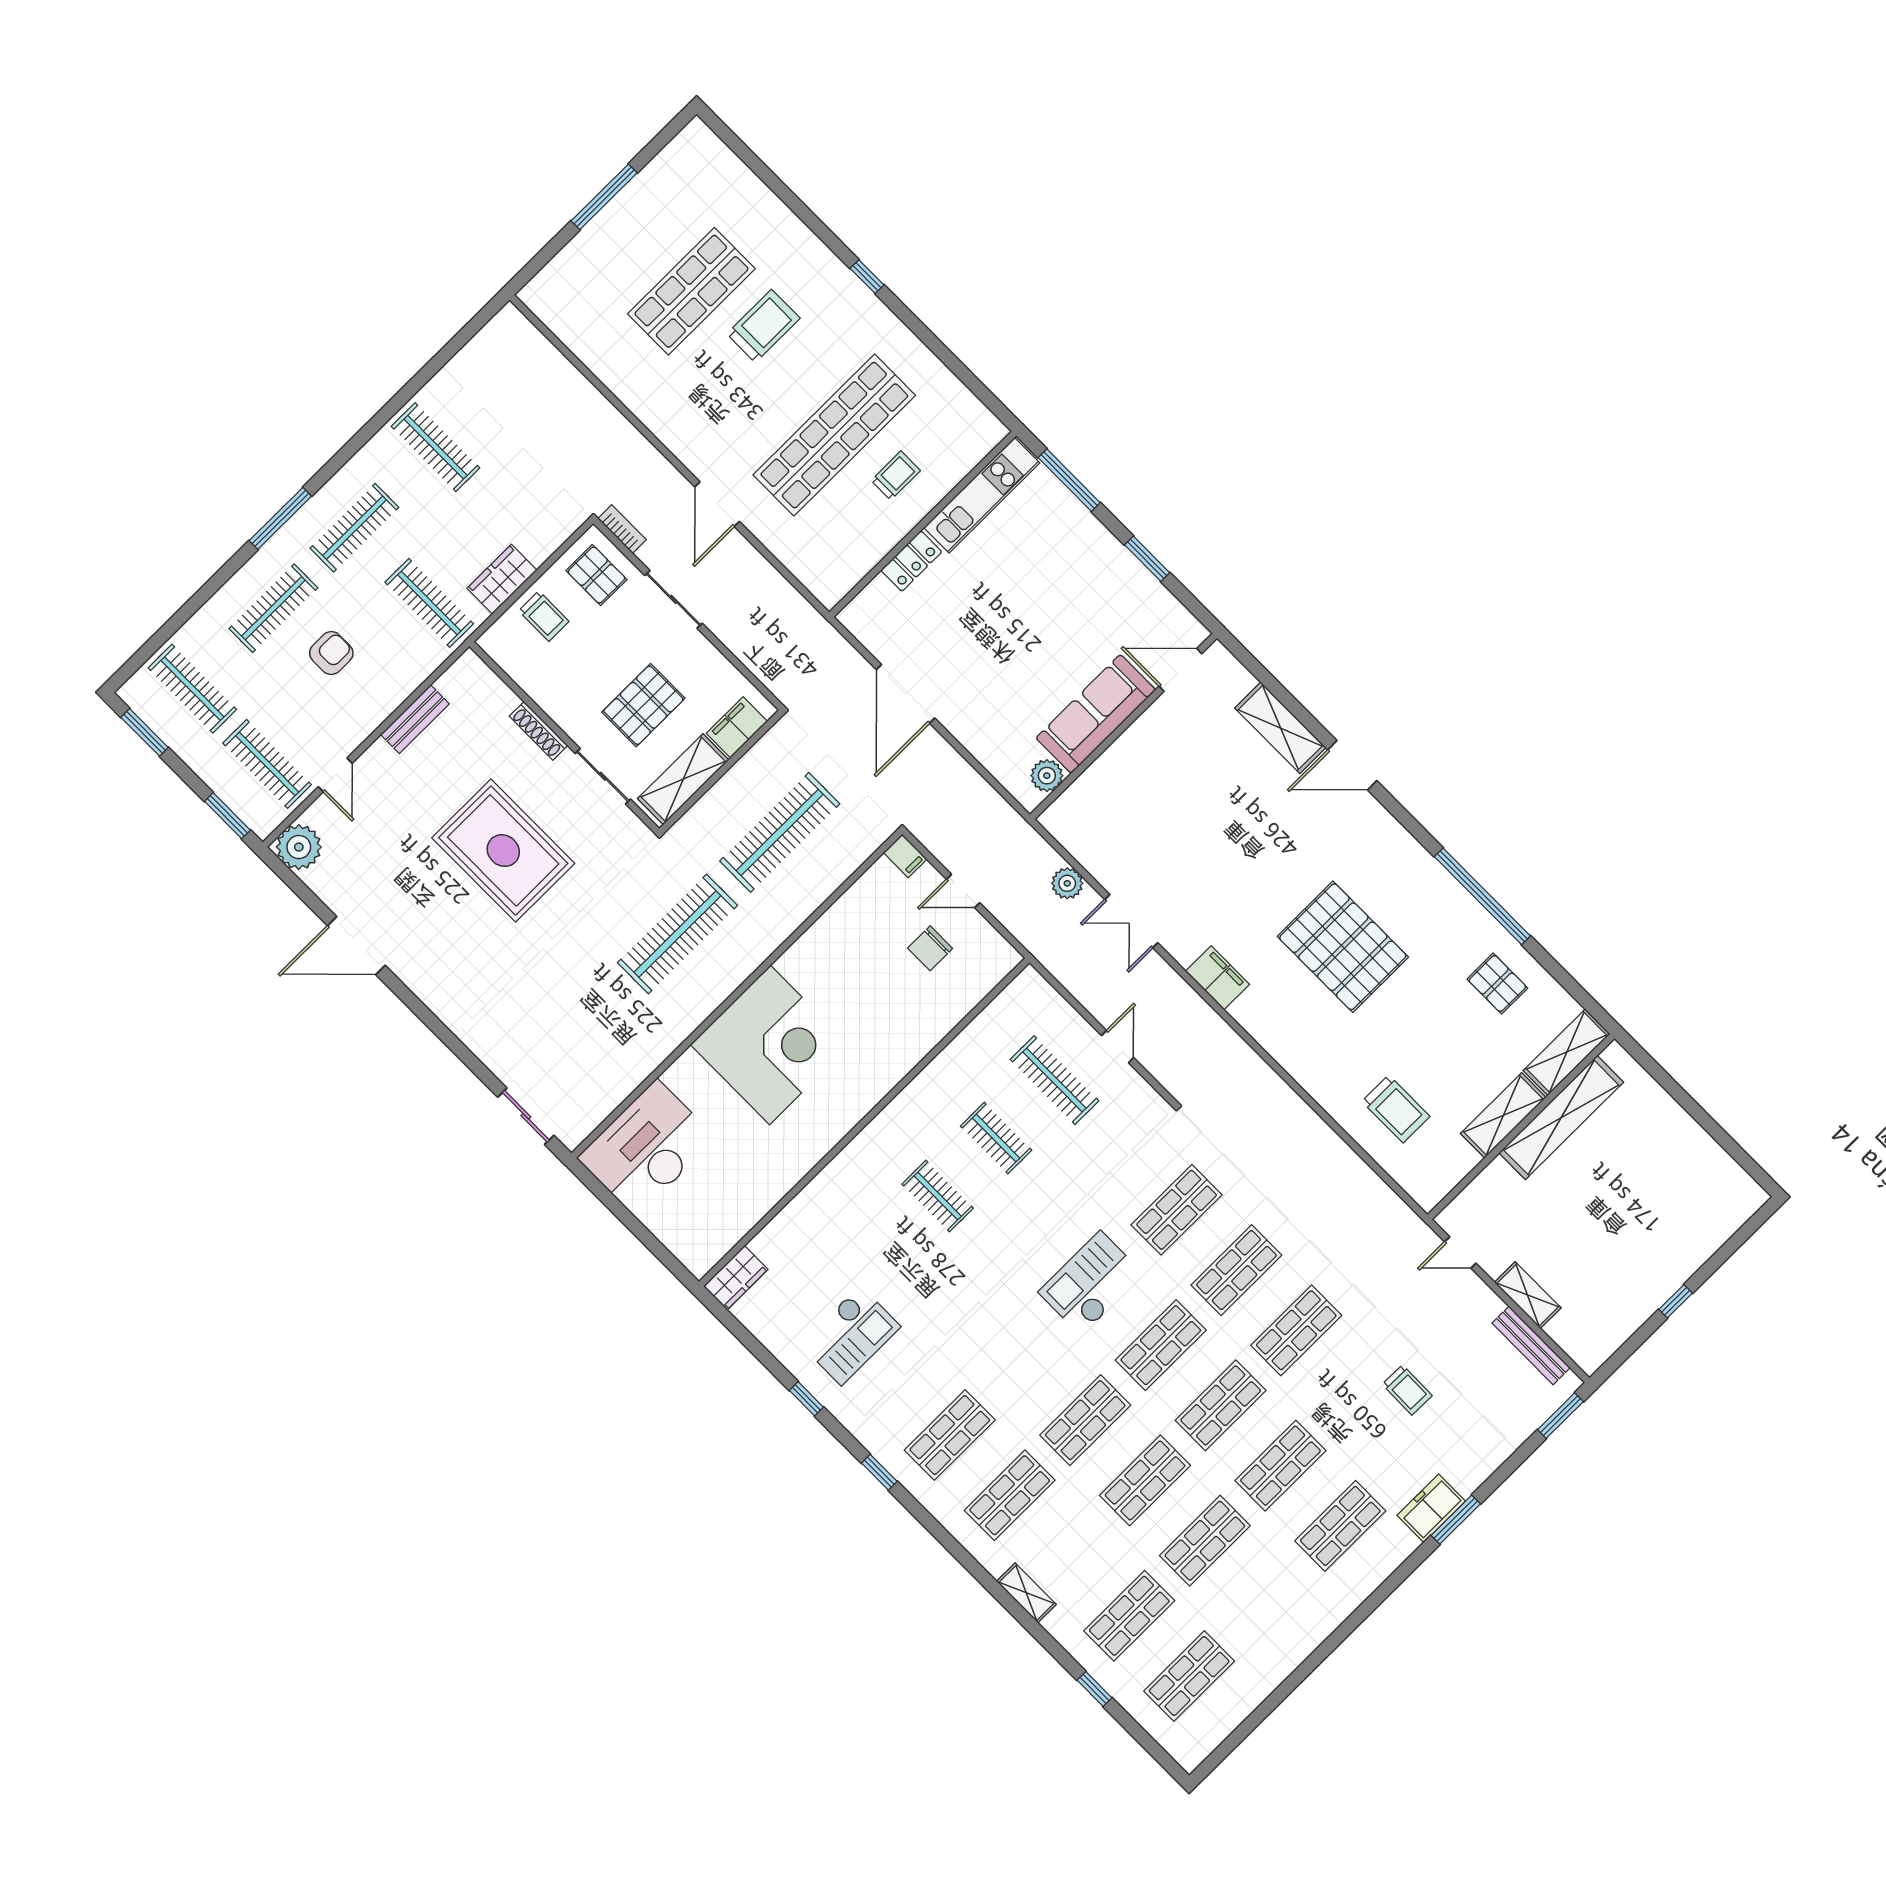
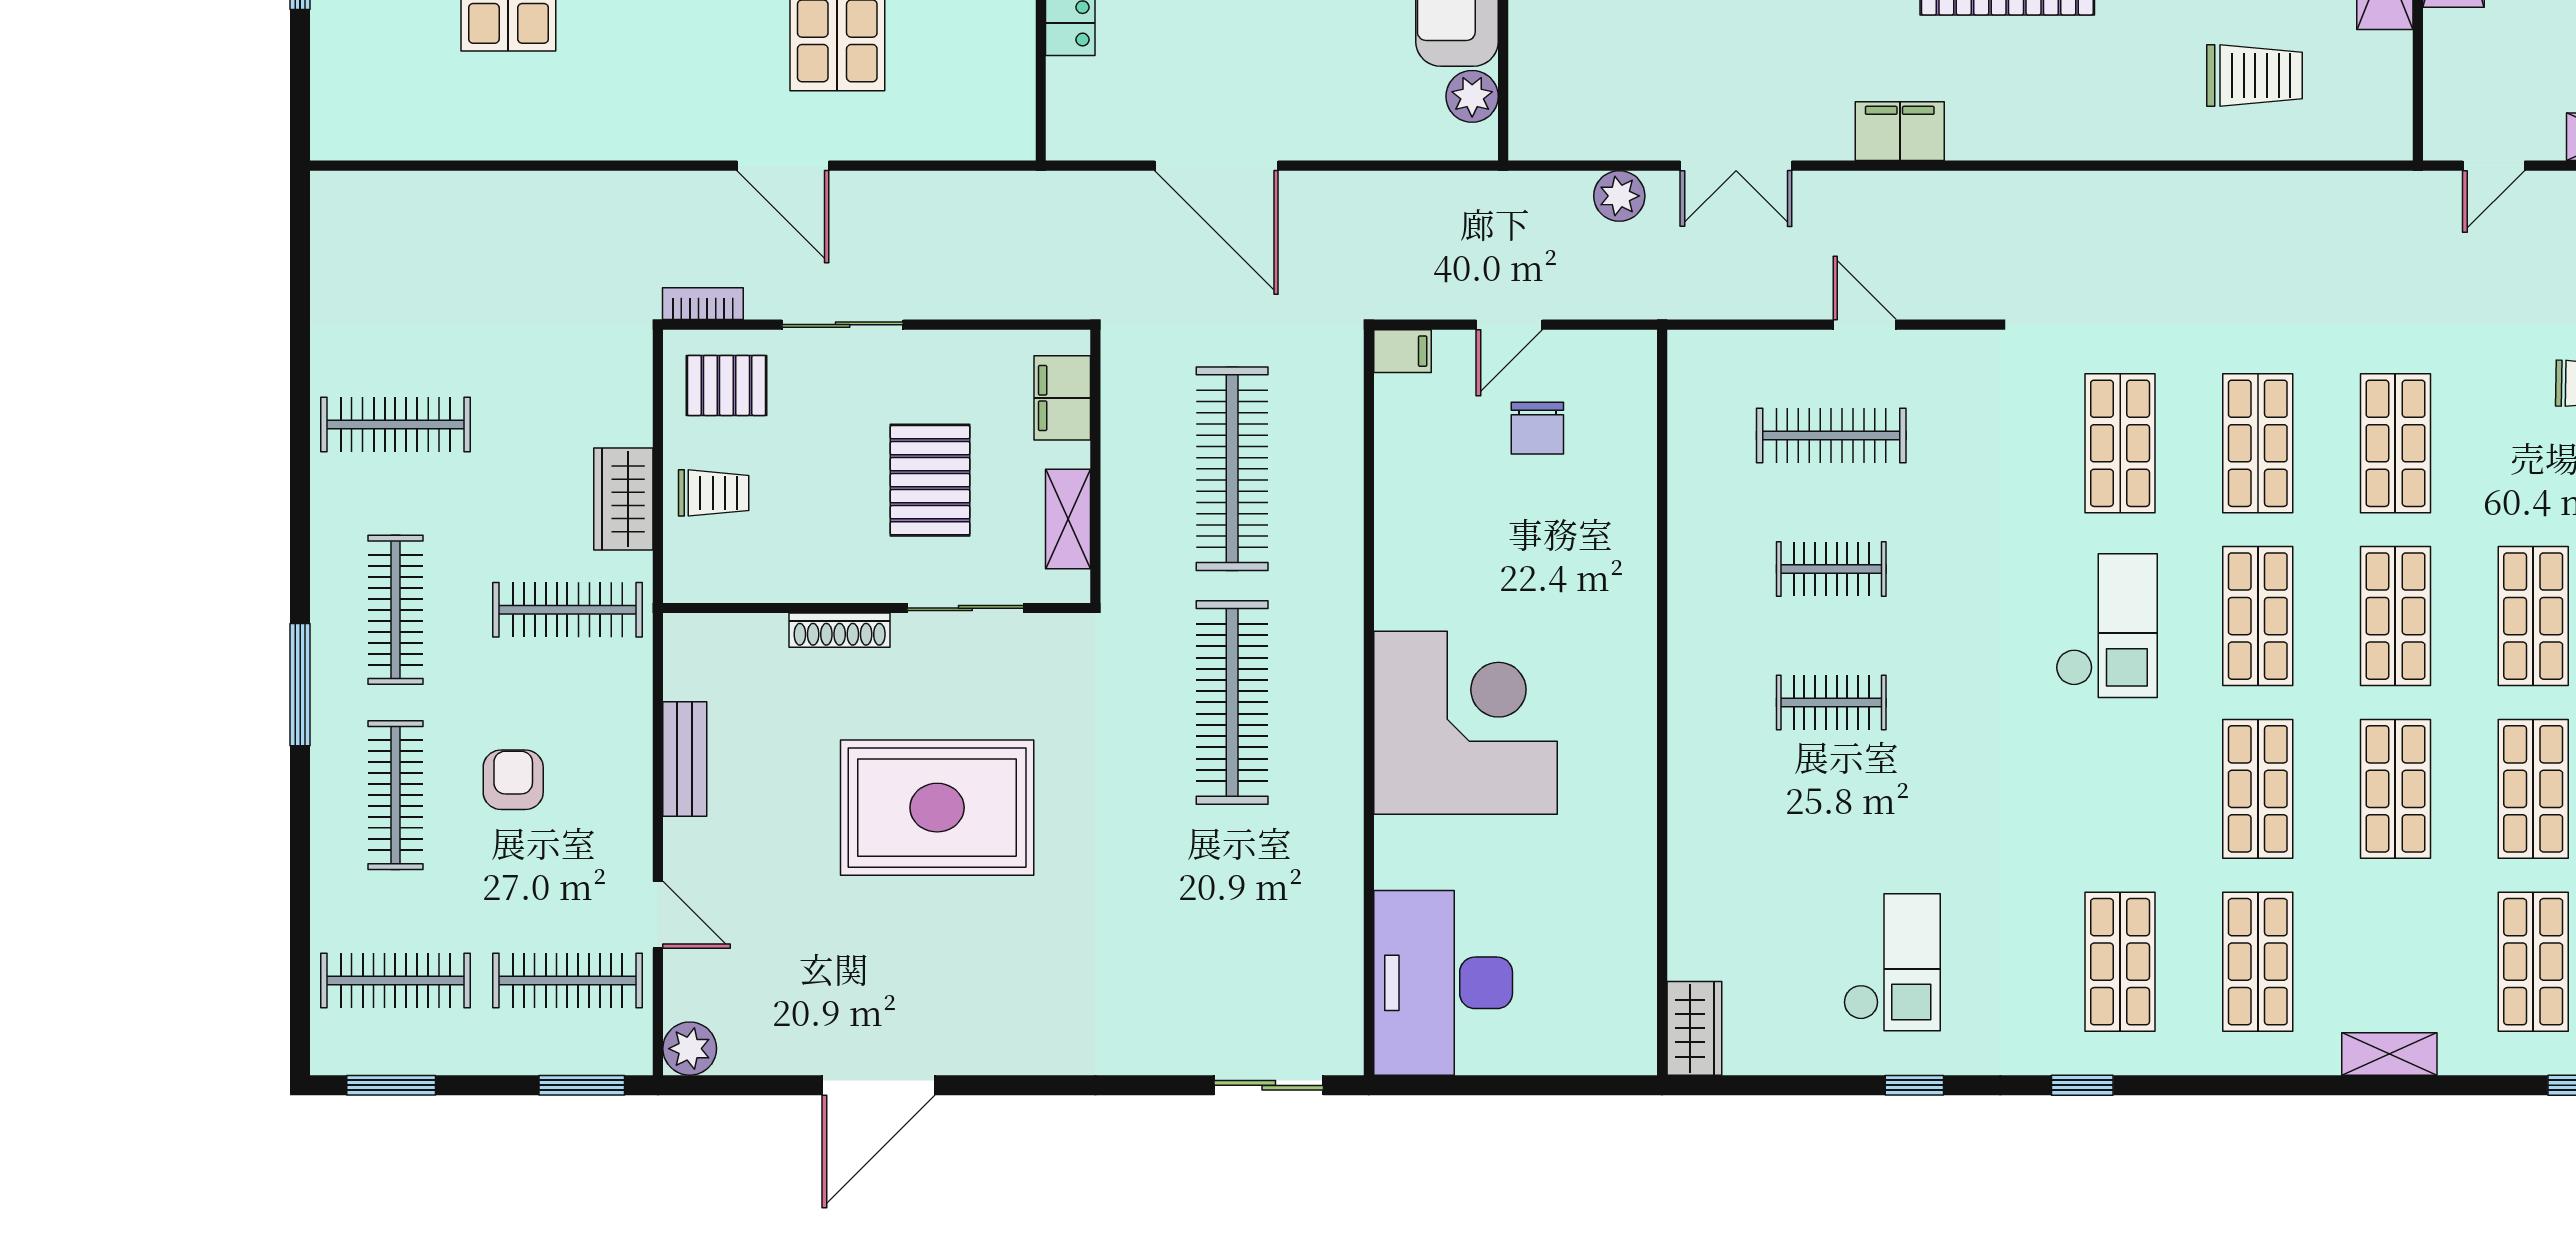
shelving: (683, 779) -> (1068, 519), width x0.67, depth x0.75
plant: (299, 847) -> (690, 1049), width x0.73, depth x0.73
checkout: (1091, 1283) -> (2107, 626), turned 180

